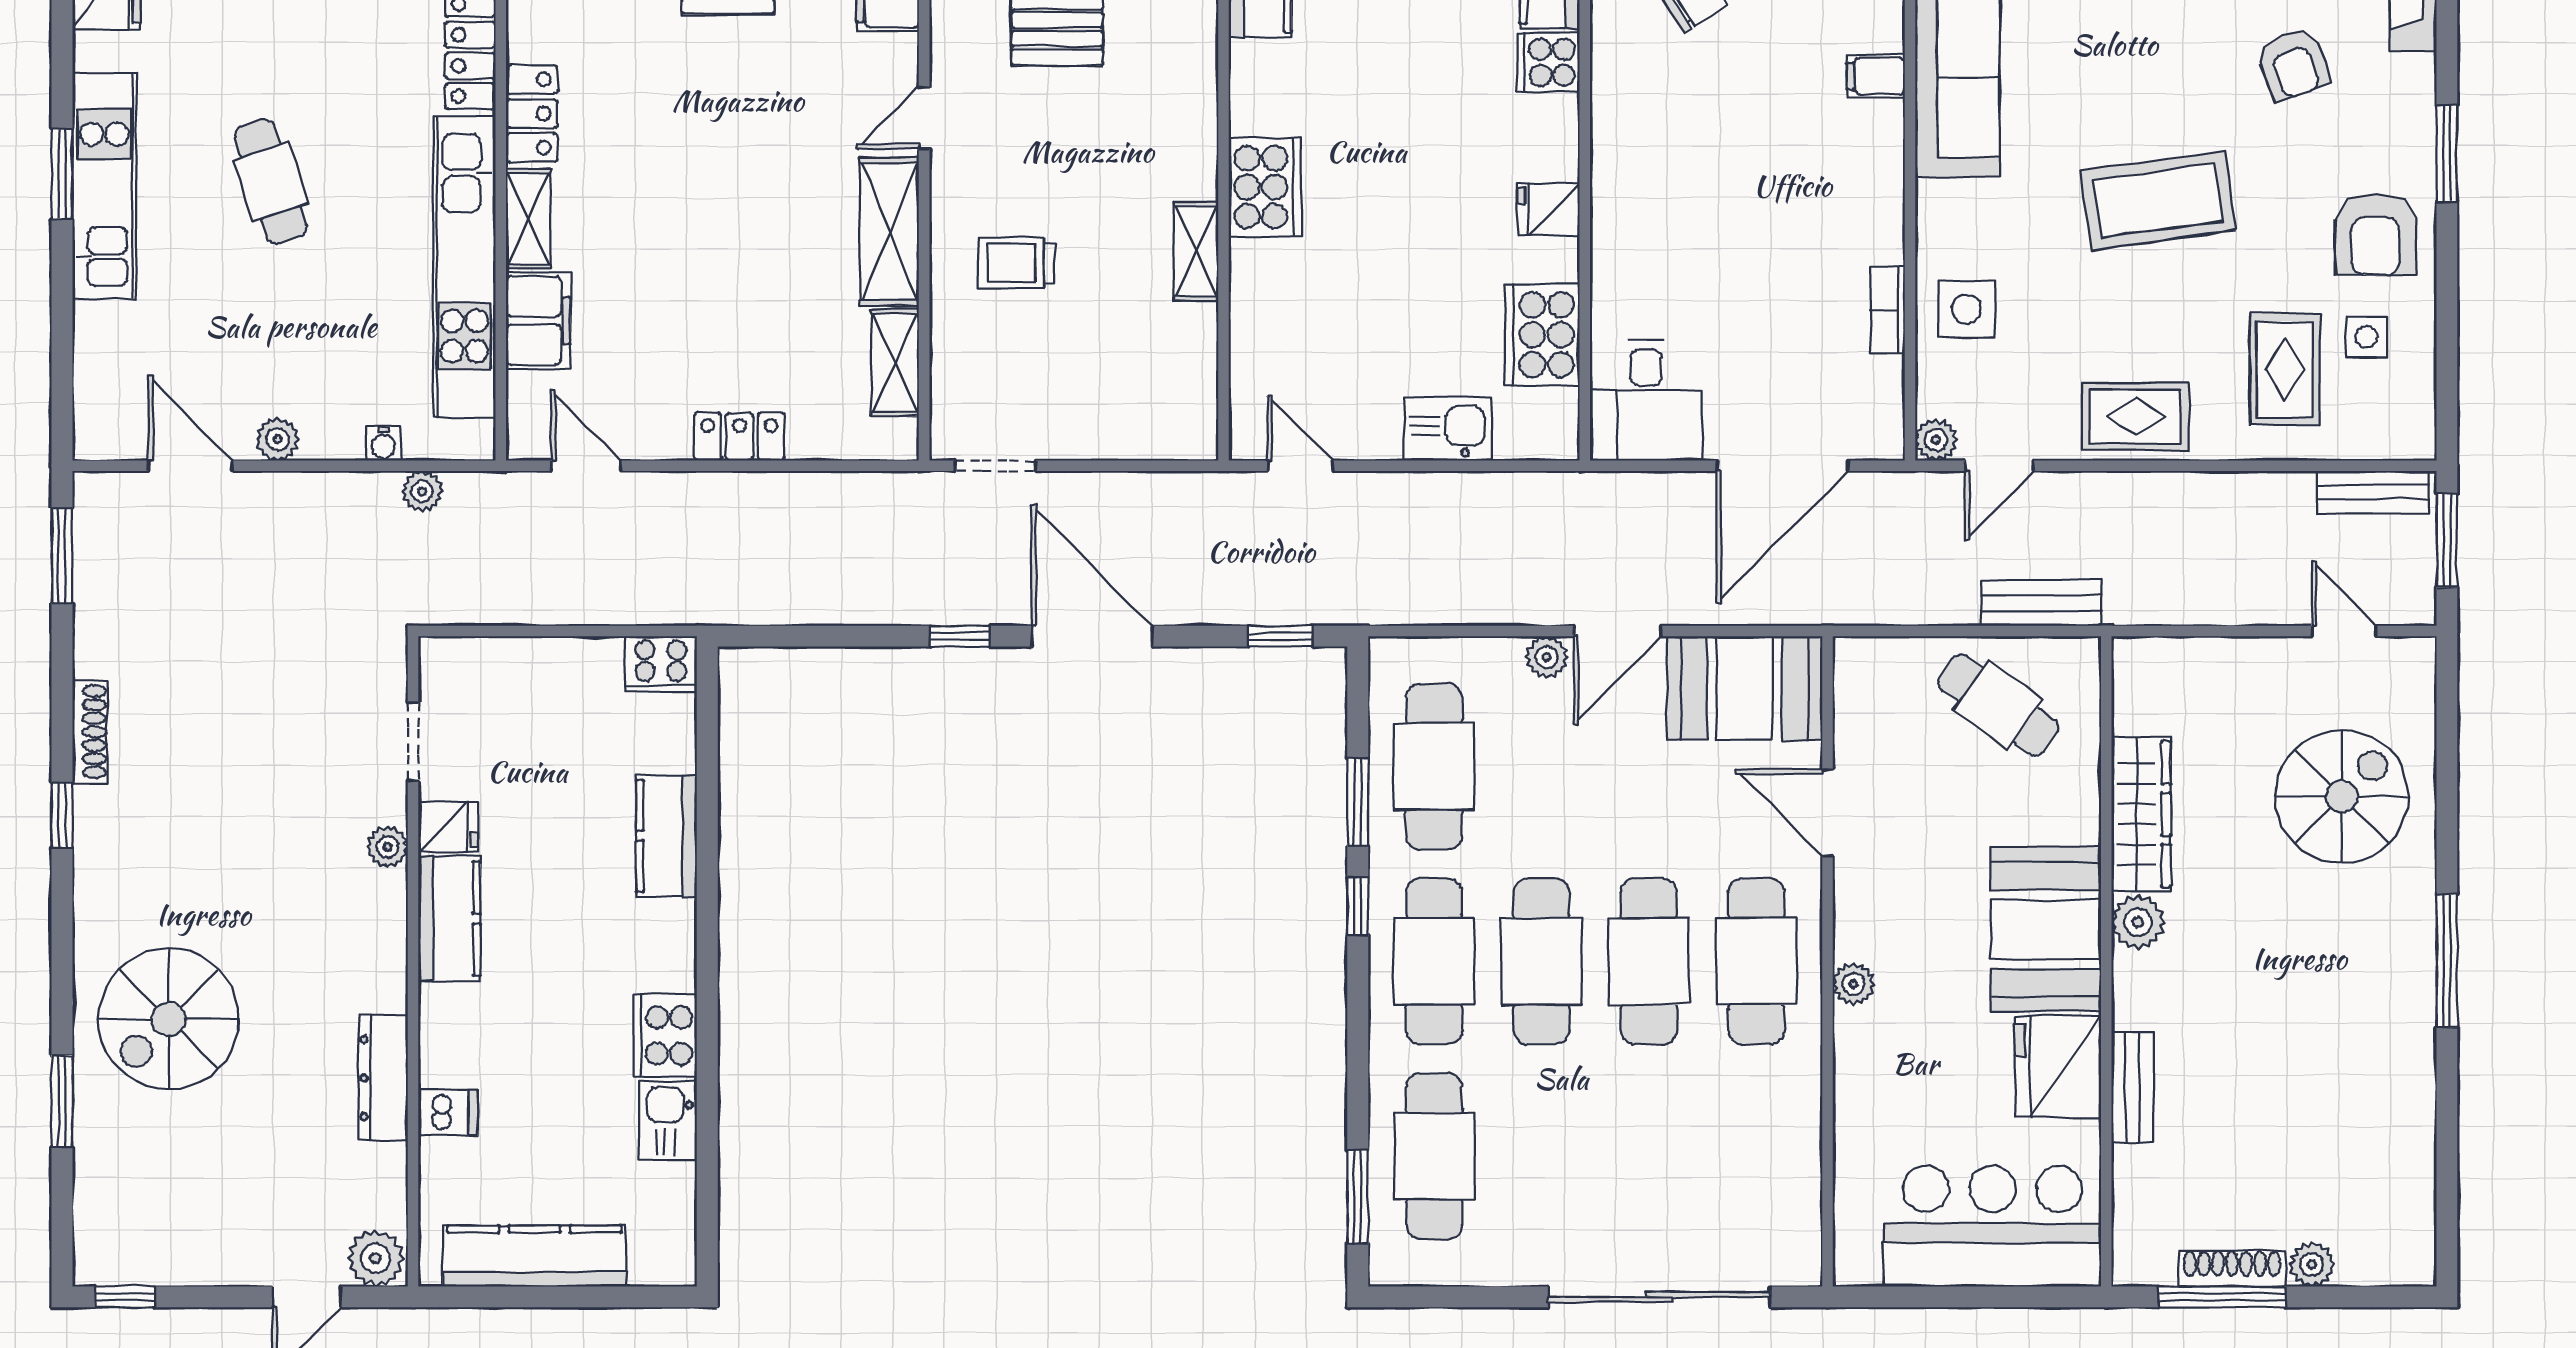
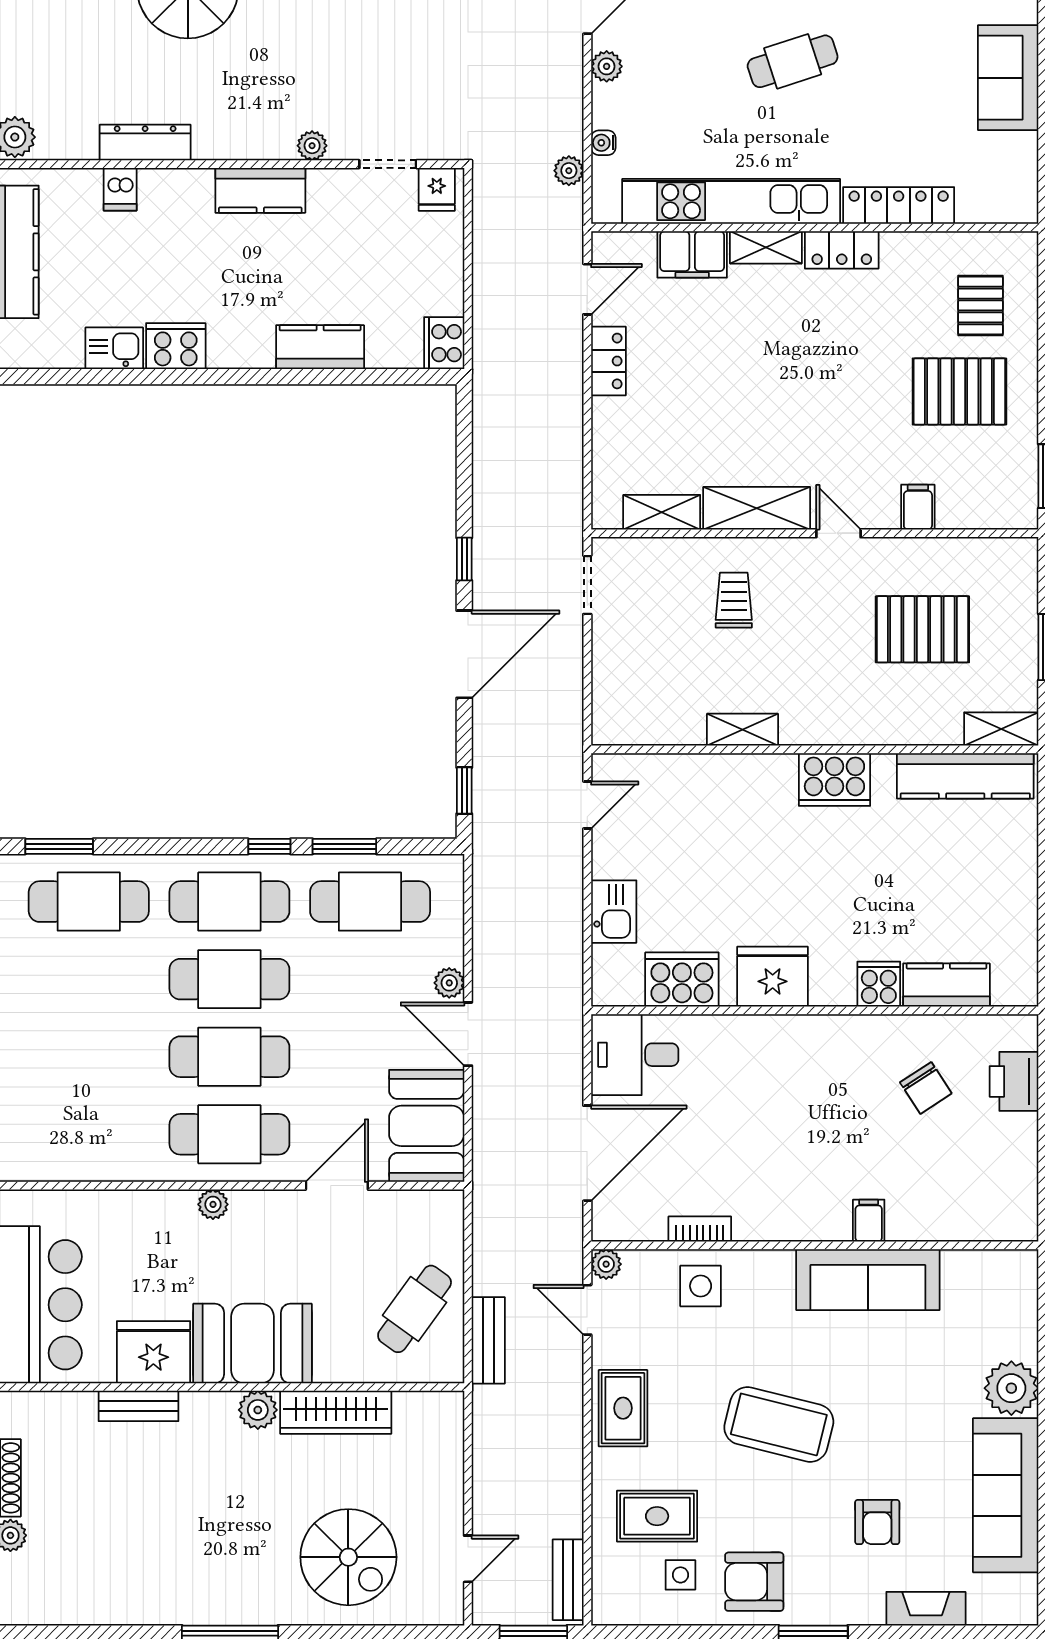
armchair: (2293, 64) -> (877, 1522), turned -70
cooker: (1265, 187) -> (834, 780), moved
coffee table: (2158, 201) -> (779, 1424), turned -68
fridge: (1549, 209) -> (773, 977), width x1.88, depth x1.34
locker: (740, 437) -> (608, 361), moved
door: (1782, 466) -> (587, 1153), swing flipped
fridge: (448, 827) -> (437, 189), moved

